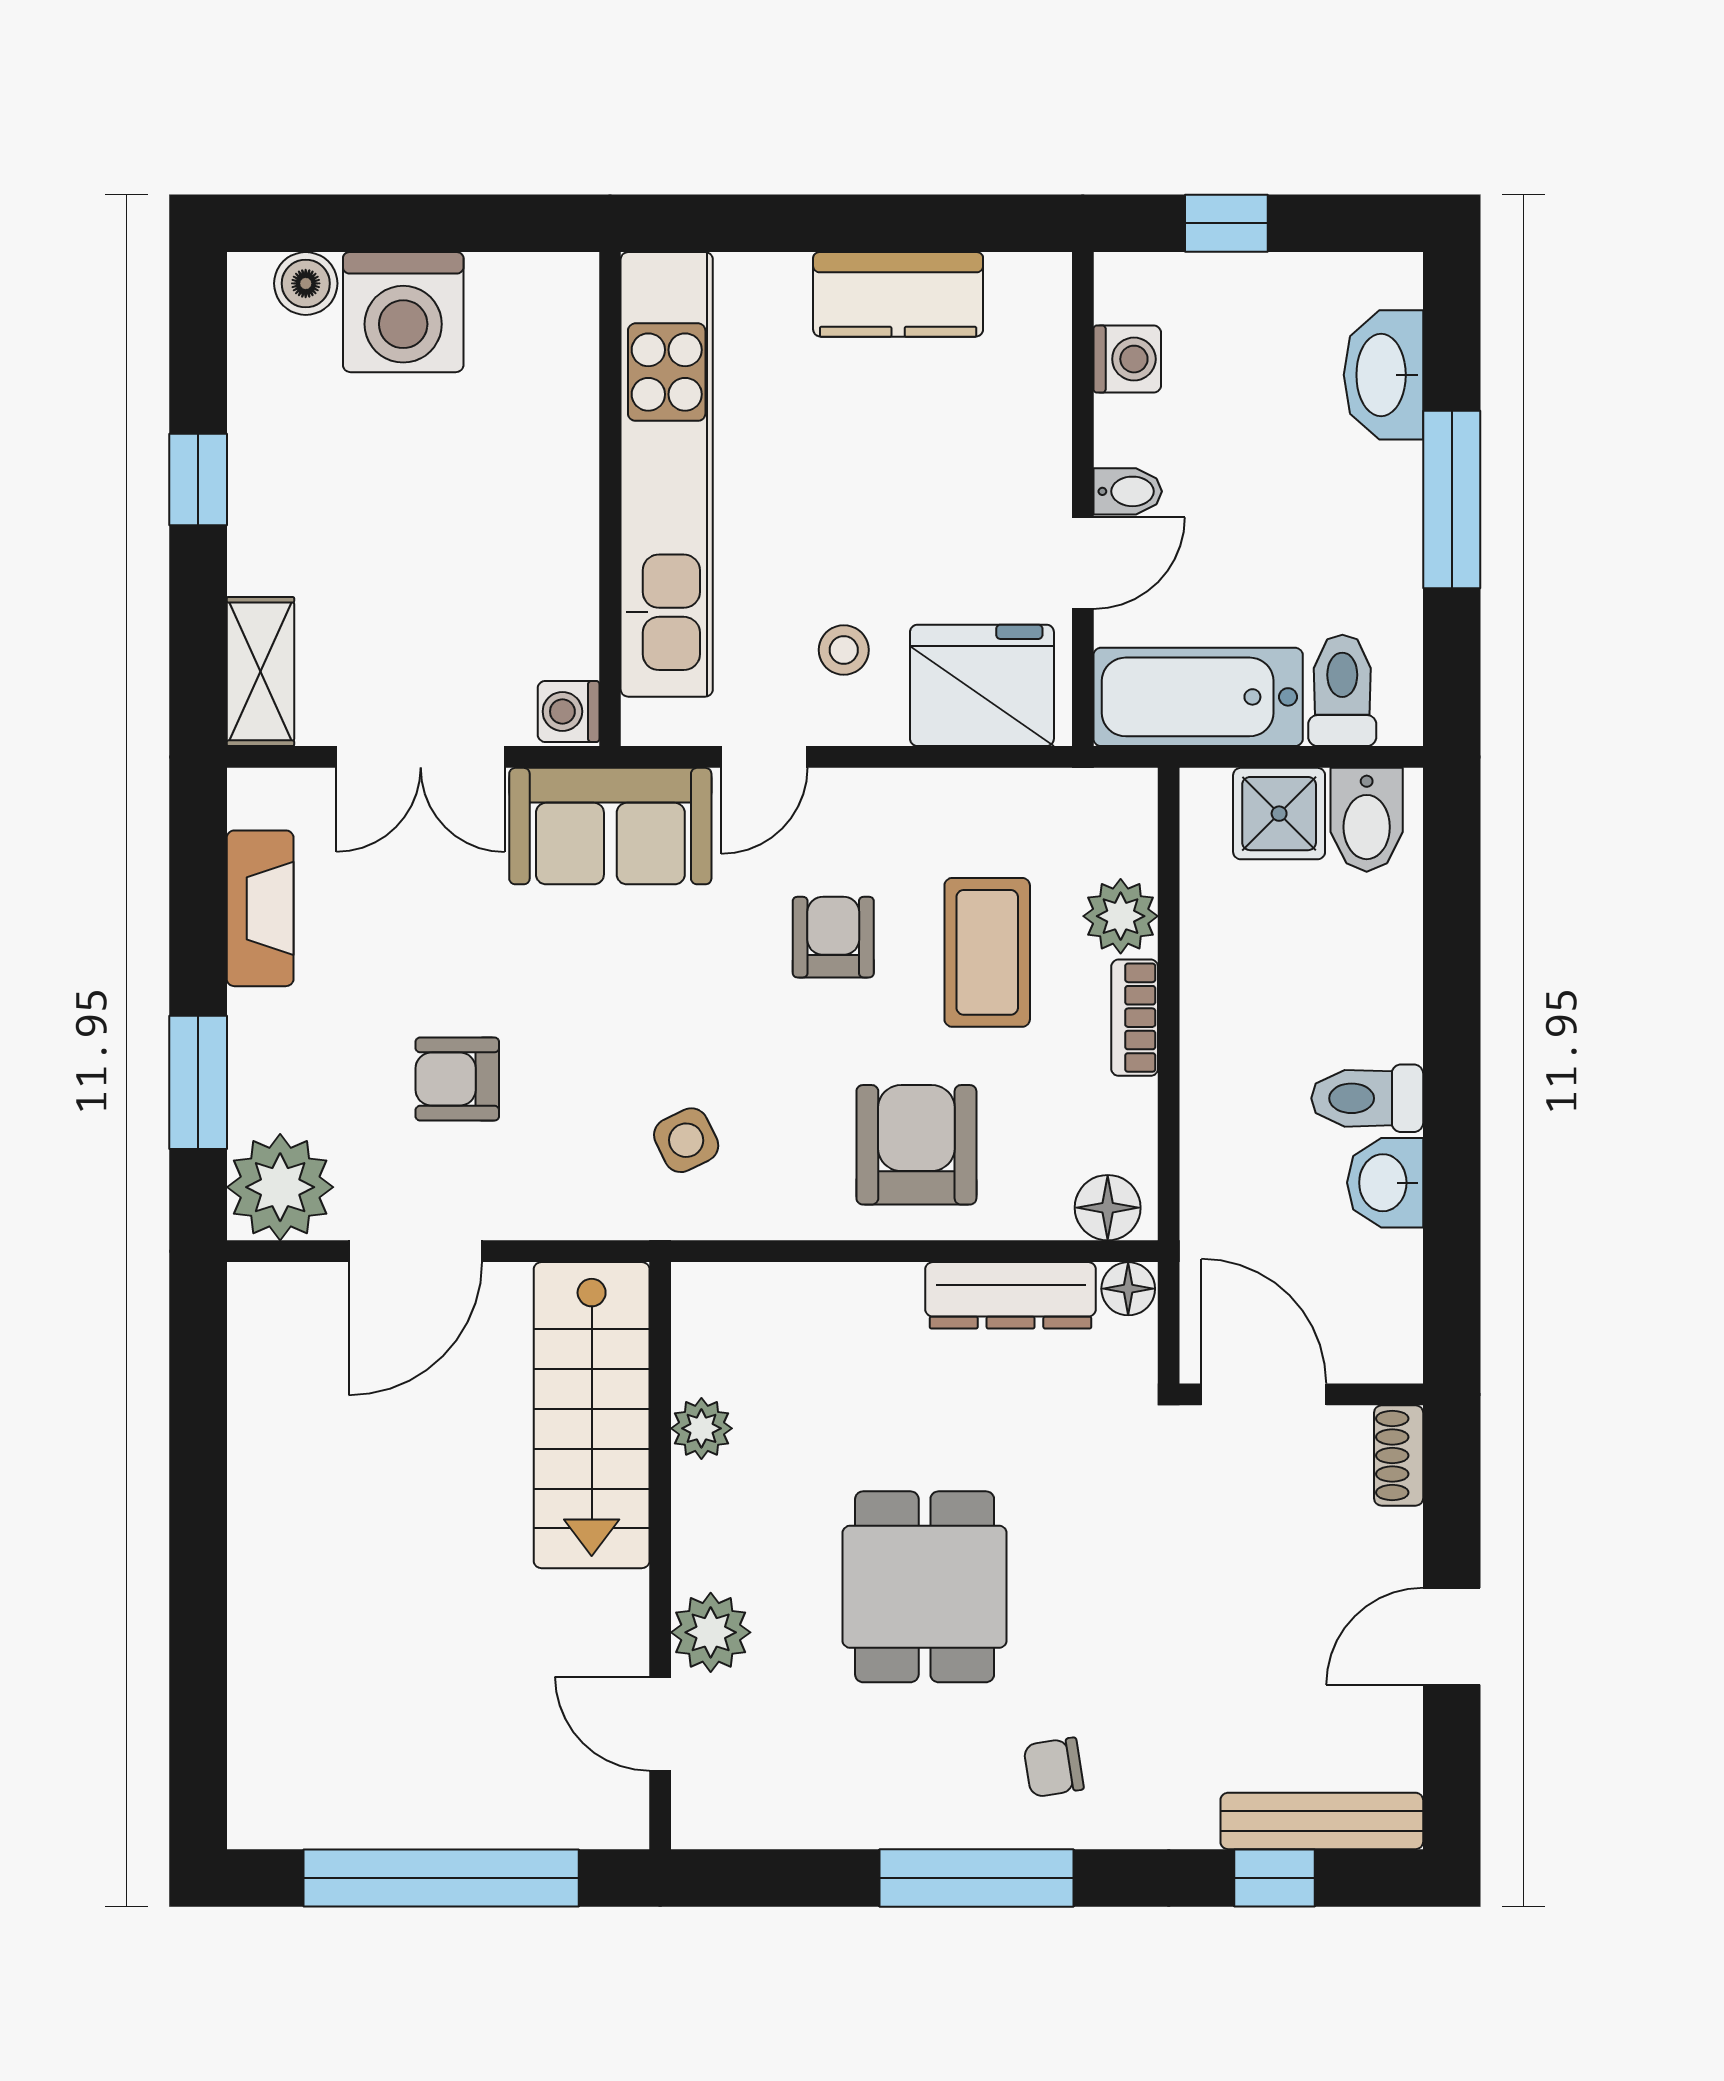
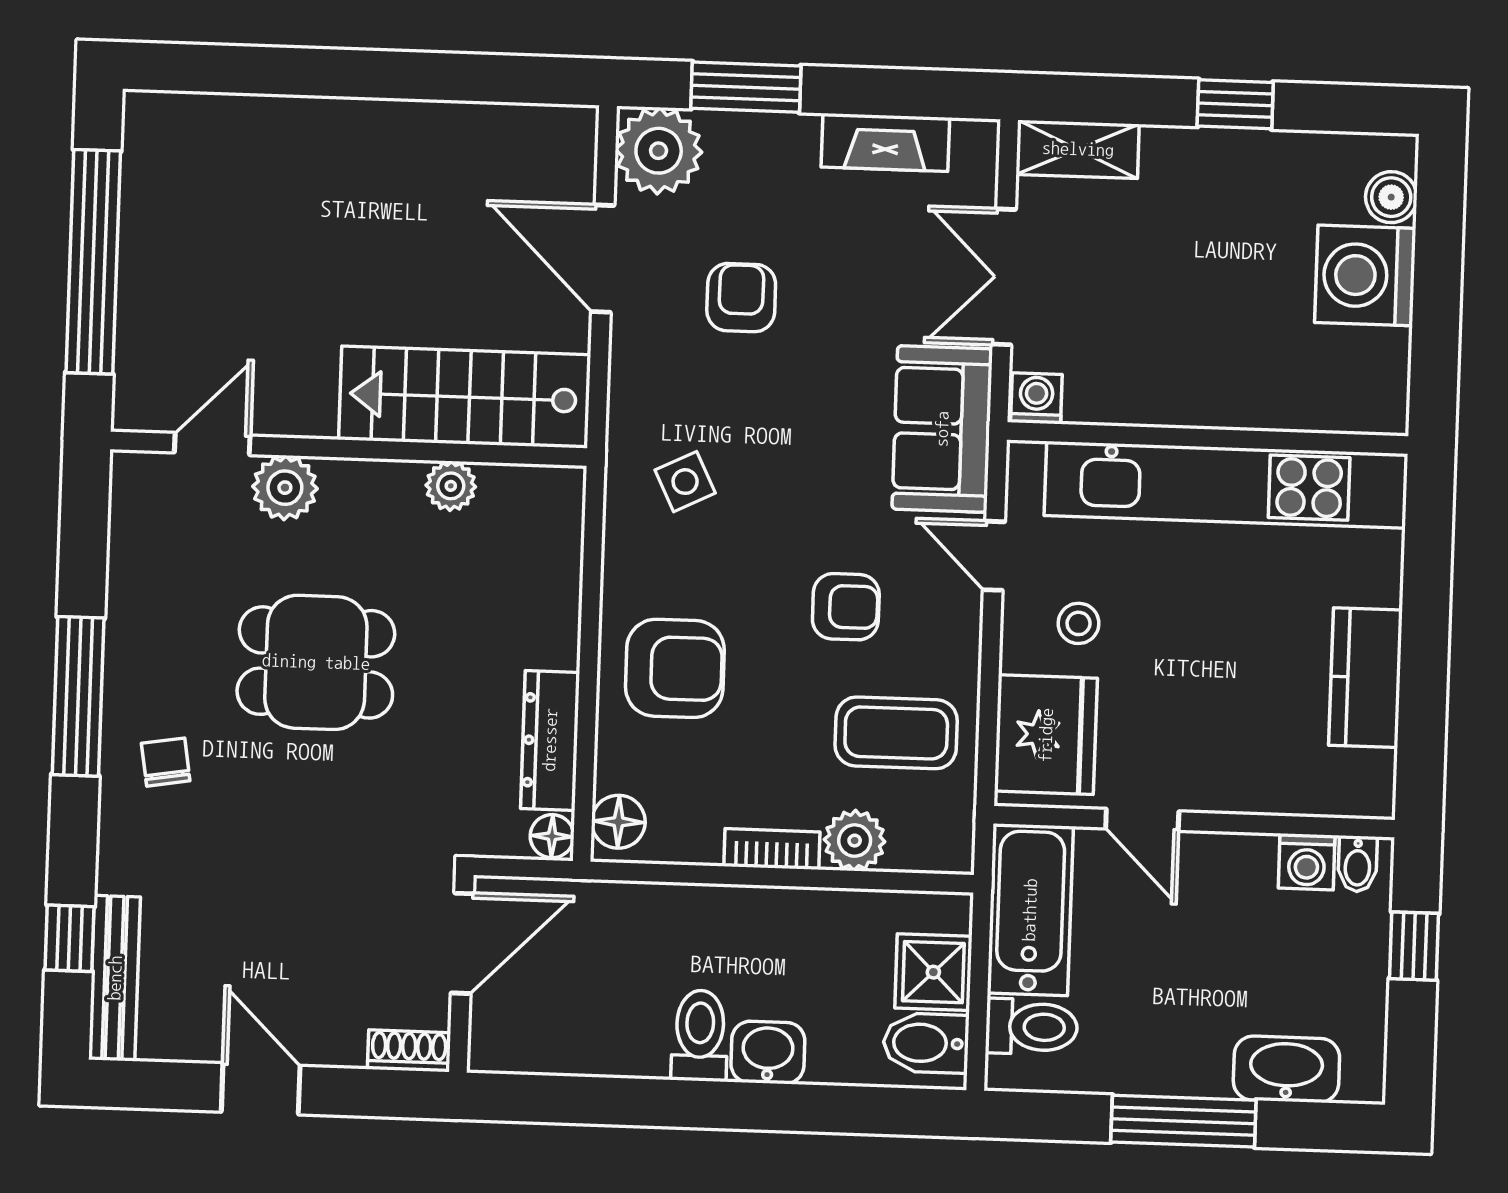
bidet: (1128, 491) -> (1358, 864), moved
coffee table: (987, 952) -> (896, 733), moved
washbasin: (1385, 1183) -> (768, 1052), moved

